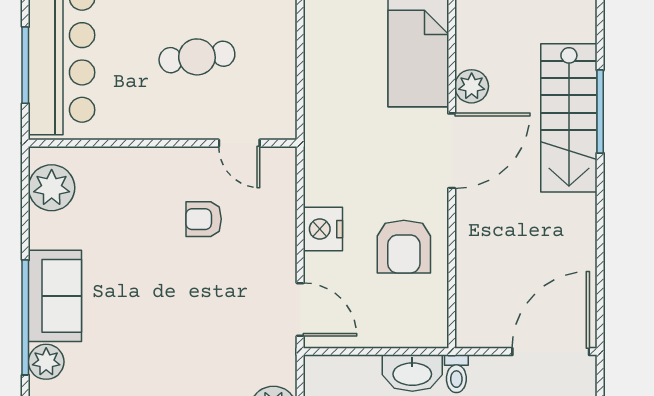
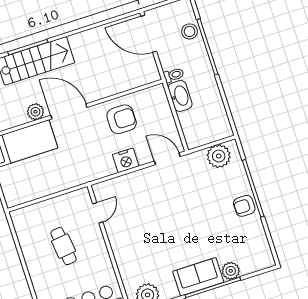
armchair: (204, 219) -> (139, 218), removed
door: (300, 309) -> (167, 159), hinge flipped

